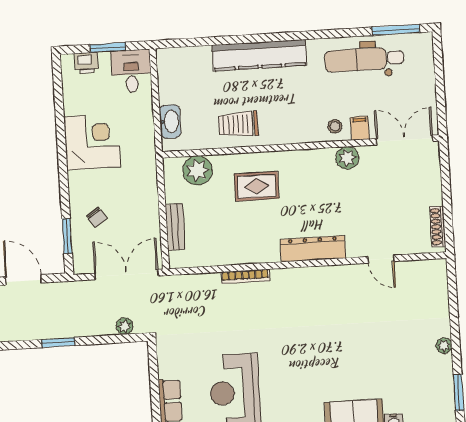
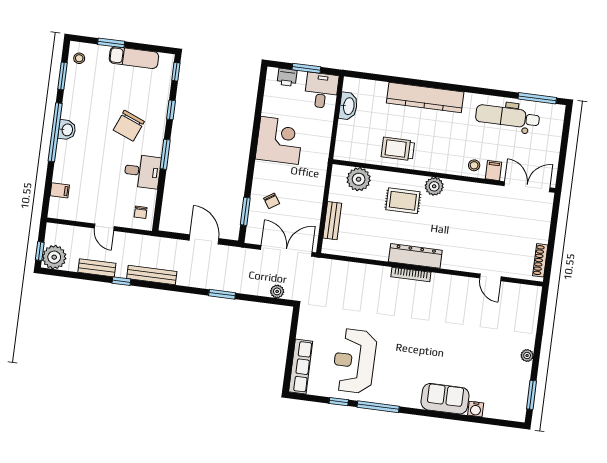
washbasin: (170, 121) -> (348, 106), moved
plant: (347, 158) -> (434, 186), moved
dresser: (313, 249) -> (415, 256), moved
bookcase: (245, 276) -> (411, 274), moved

